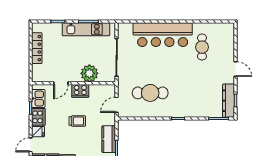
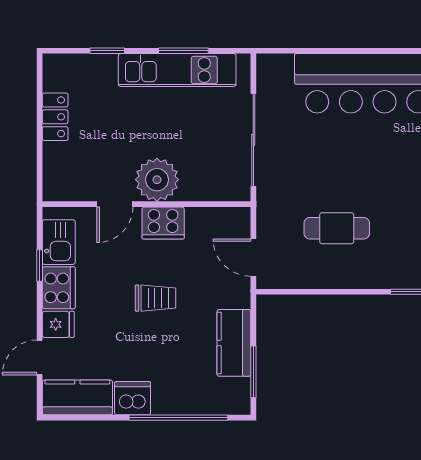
locker: (37, 48) -> (55, 117), width x0.66
plant: (89, 73) -> (157, 180), moved
cafe table: (150, 93) -> (337, 228), width x0.73, depth x0.74
door: (117, 105) -> (253, 258), hinge flipped

